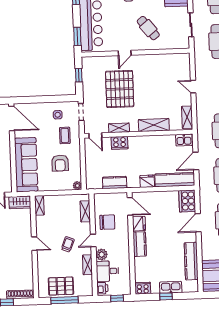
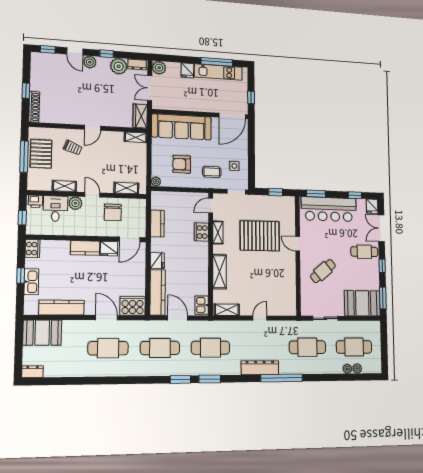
trolley: (68, 244) -> (73, 148), moved

